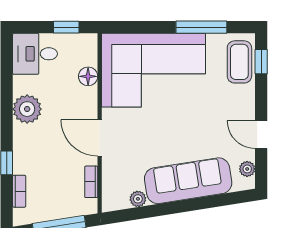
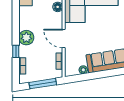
plant: (27, 109) -> (26, 38), moved

